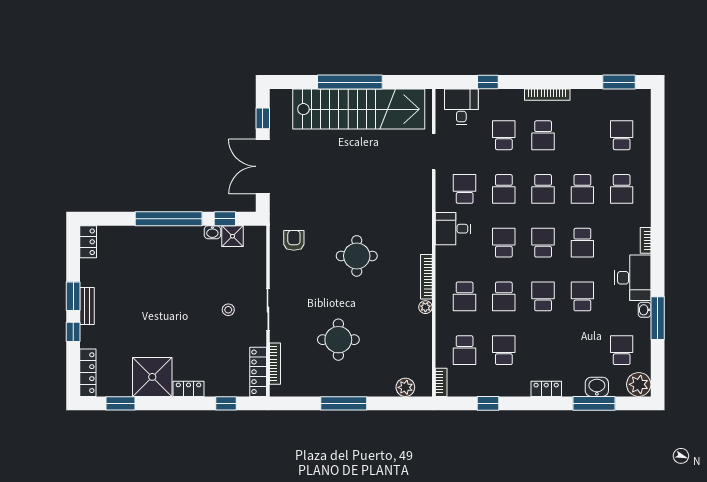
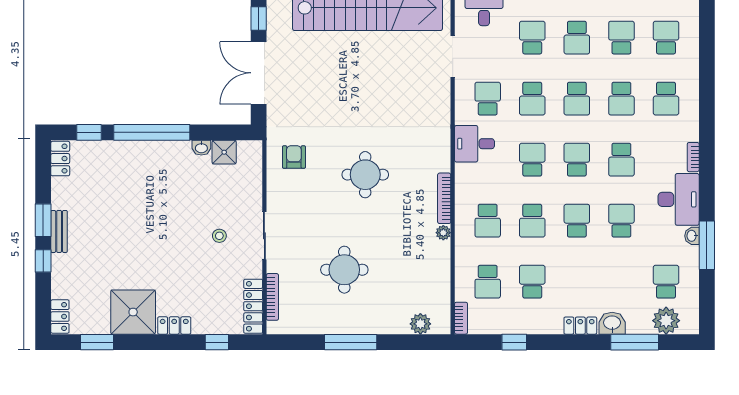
school desk: (582, 135) -> (621, 38), added
window: (225, 219) -> (89, 132), moved
locker: (88, 373) -> (60, 317), width x0.66
plant: (639, 384) -> (666, 321), moved
washbasin: (597, 387) -> (612, 323), moved

